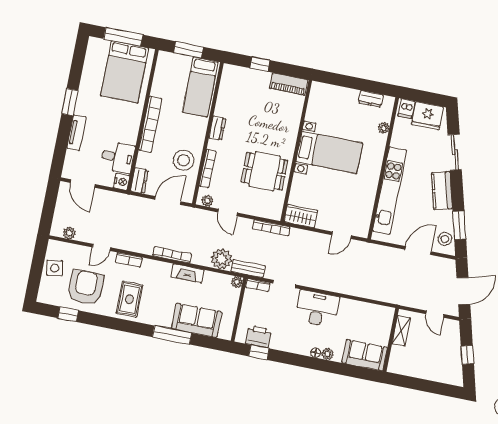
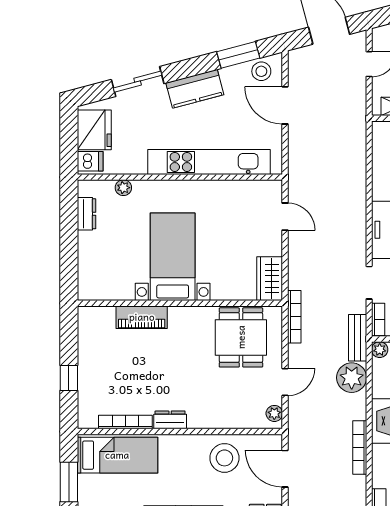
piano: (289, 84) -> (142, 317), moved, turned 90
bookcase: (208, 168) -> (125, 422), moved
dining table: (265, 171) -> (241, 337), moved

